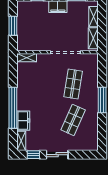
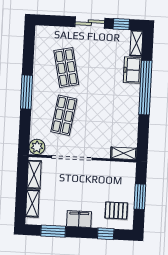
pallet: (30, 14) -> (116, 210), added
plant: (92, 59) -> (37, 147), added
shop shelf: (73, 120) -> (66, 68), turned -36

